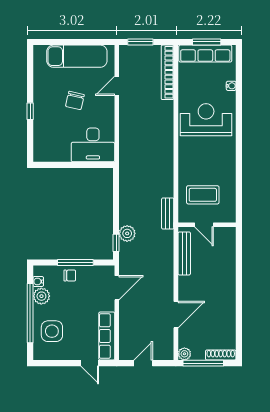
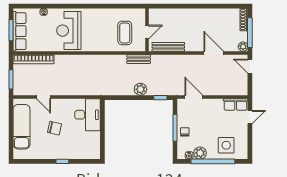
plant: (127, 233) -> (140, 89), moved
row of seats: (107, 336) -> (236, 104), width x0.68
door: (143, 363) -> (250, 66), moved

